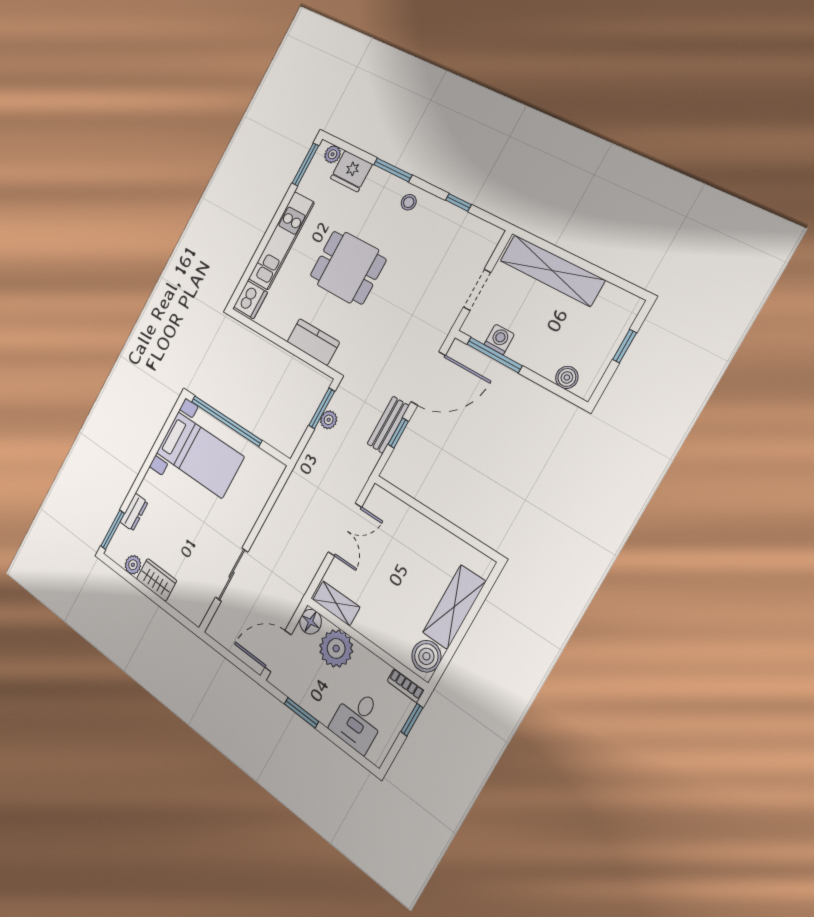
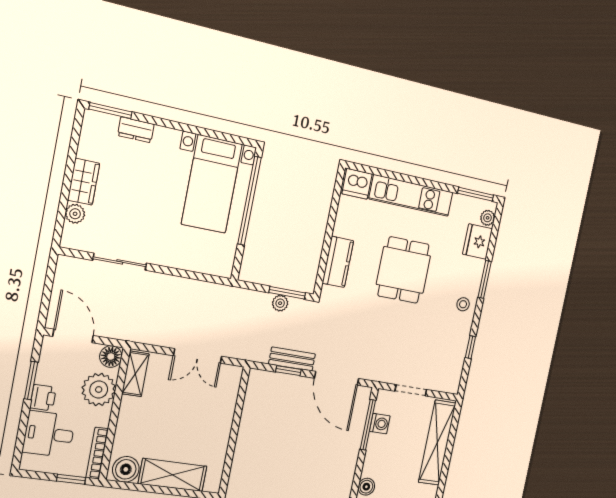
plant: (133, 565) -> (75, 214), moved
bookcase: (406, 686) -> (97, 453), width x1.56
printer: (321, 709) -> (43, 398), added

